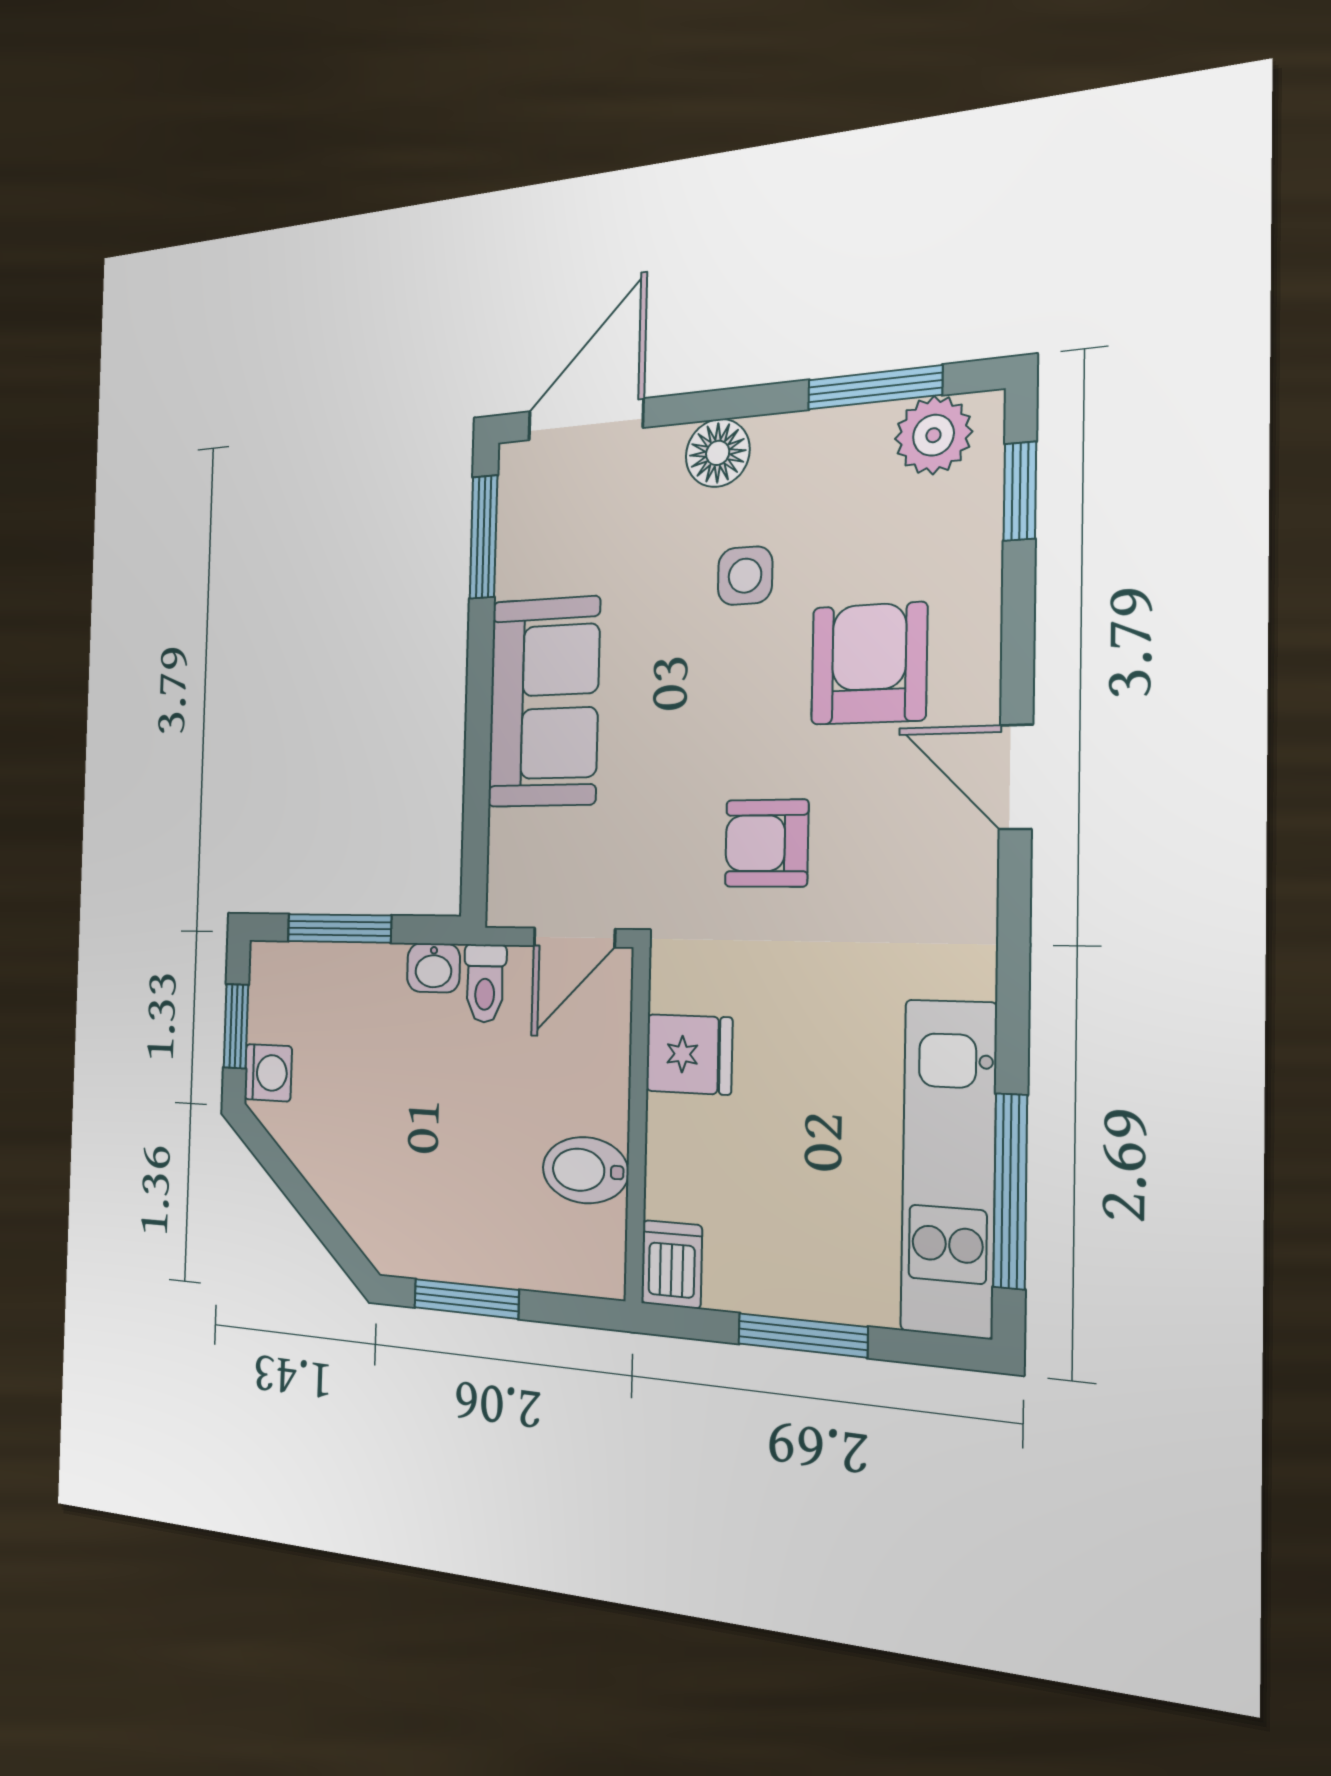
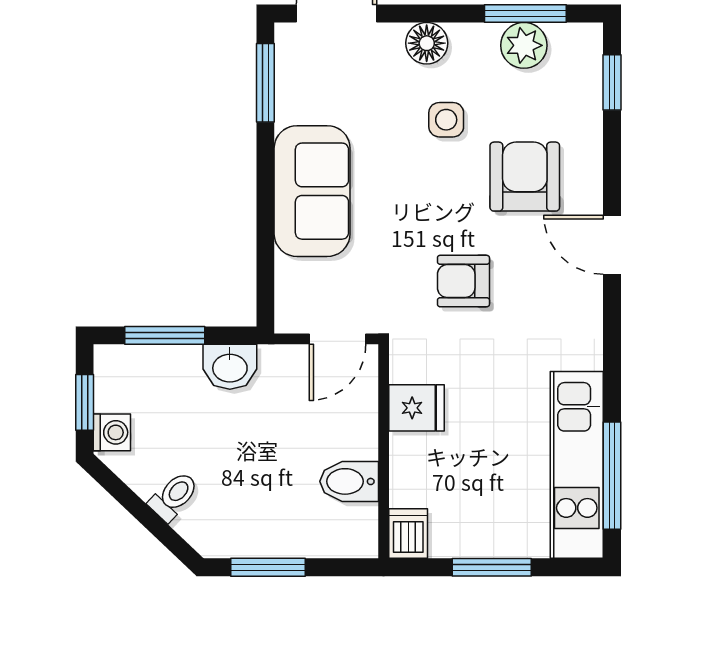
plant: (933, 435) -> (524, 45), moved
washbasin: (434, 968) -> (230, 367), width x1.38, depth x1.45
toilet: (485, 983) -> (174, 496), moved, turned -137

